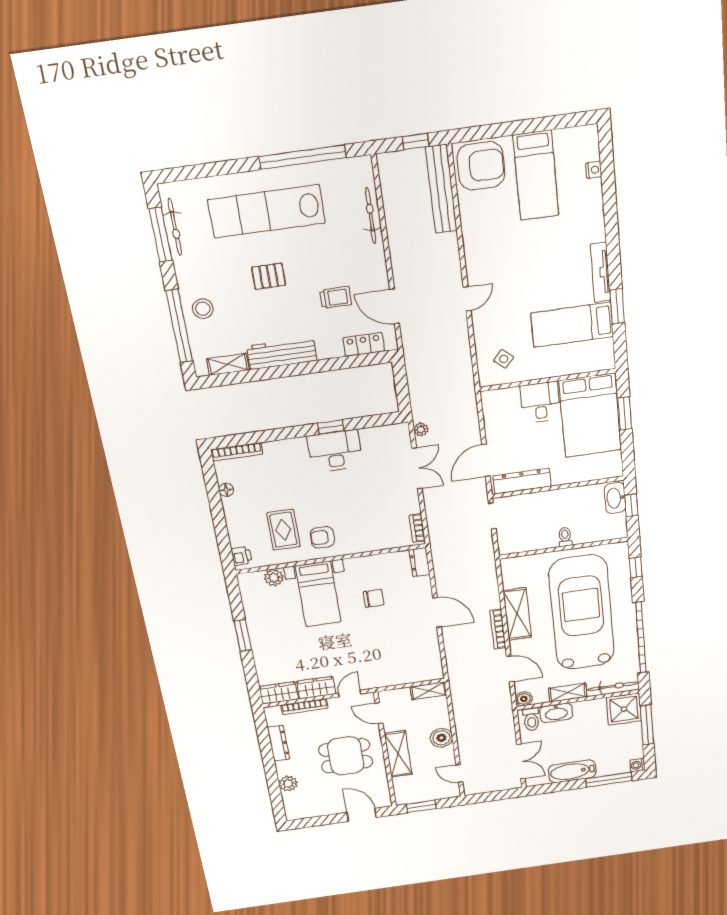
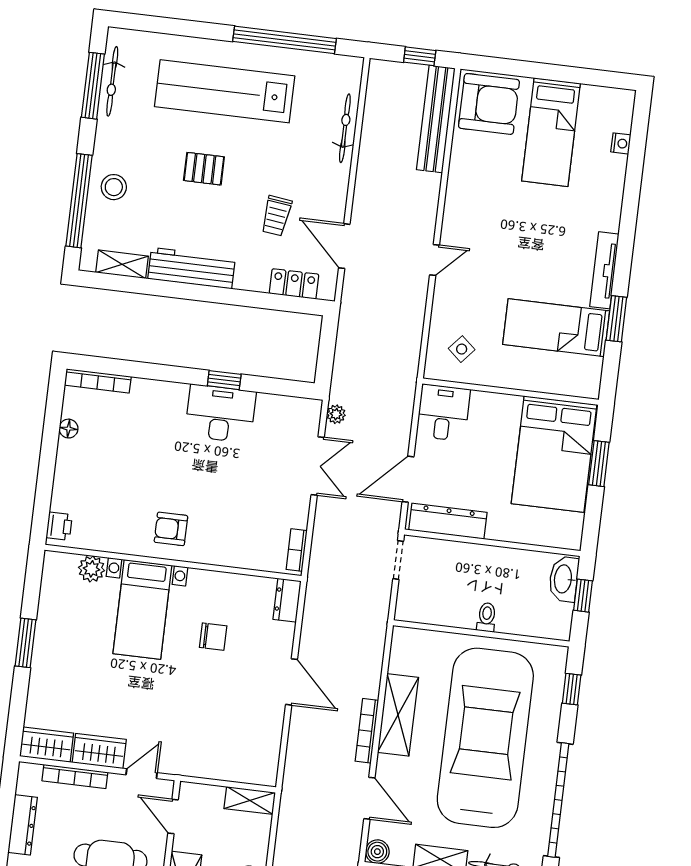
trolley: (336, 297) -> (276, 216), turned 97
desk: (540, 402) -> (443, 413), moved
rug: (283, 530) -> (124, 504), removed

